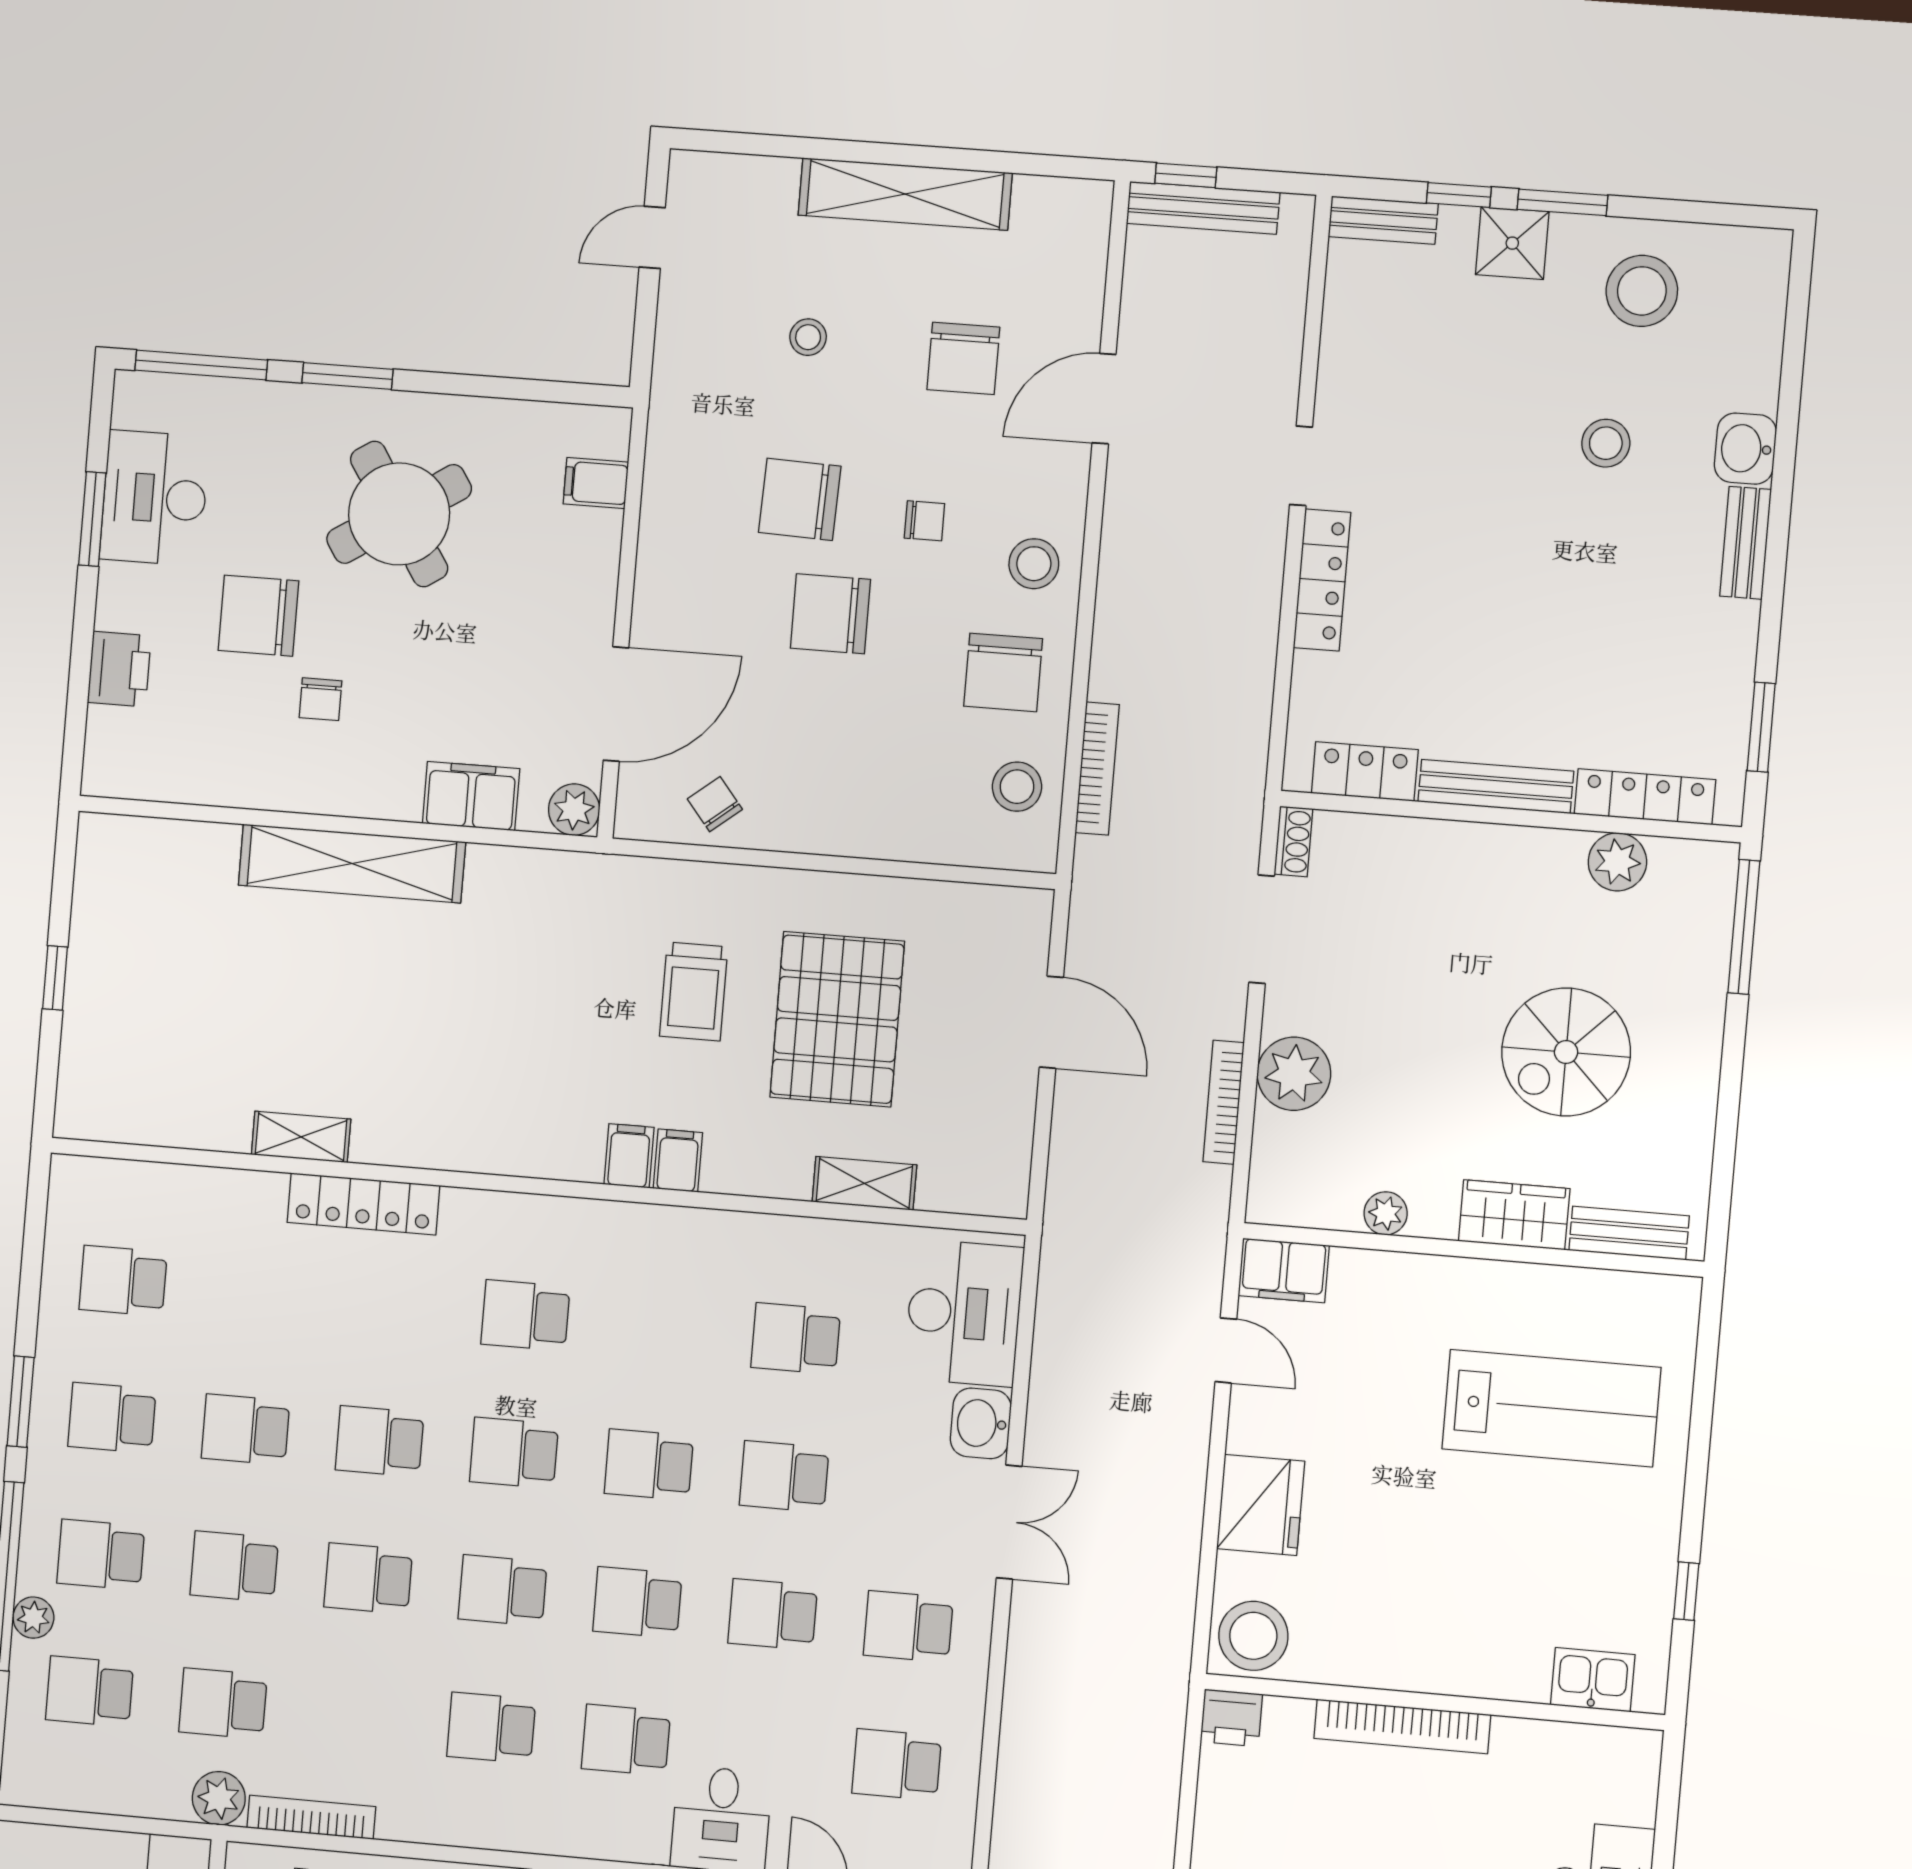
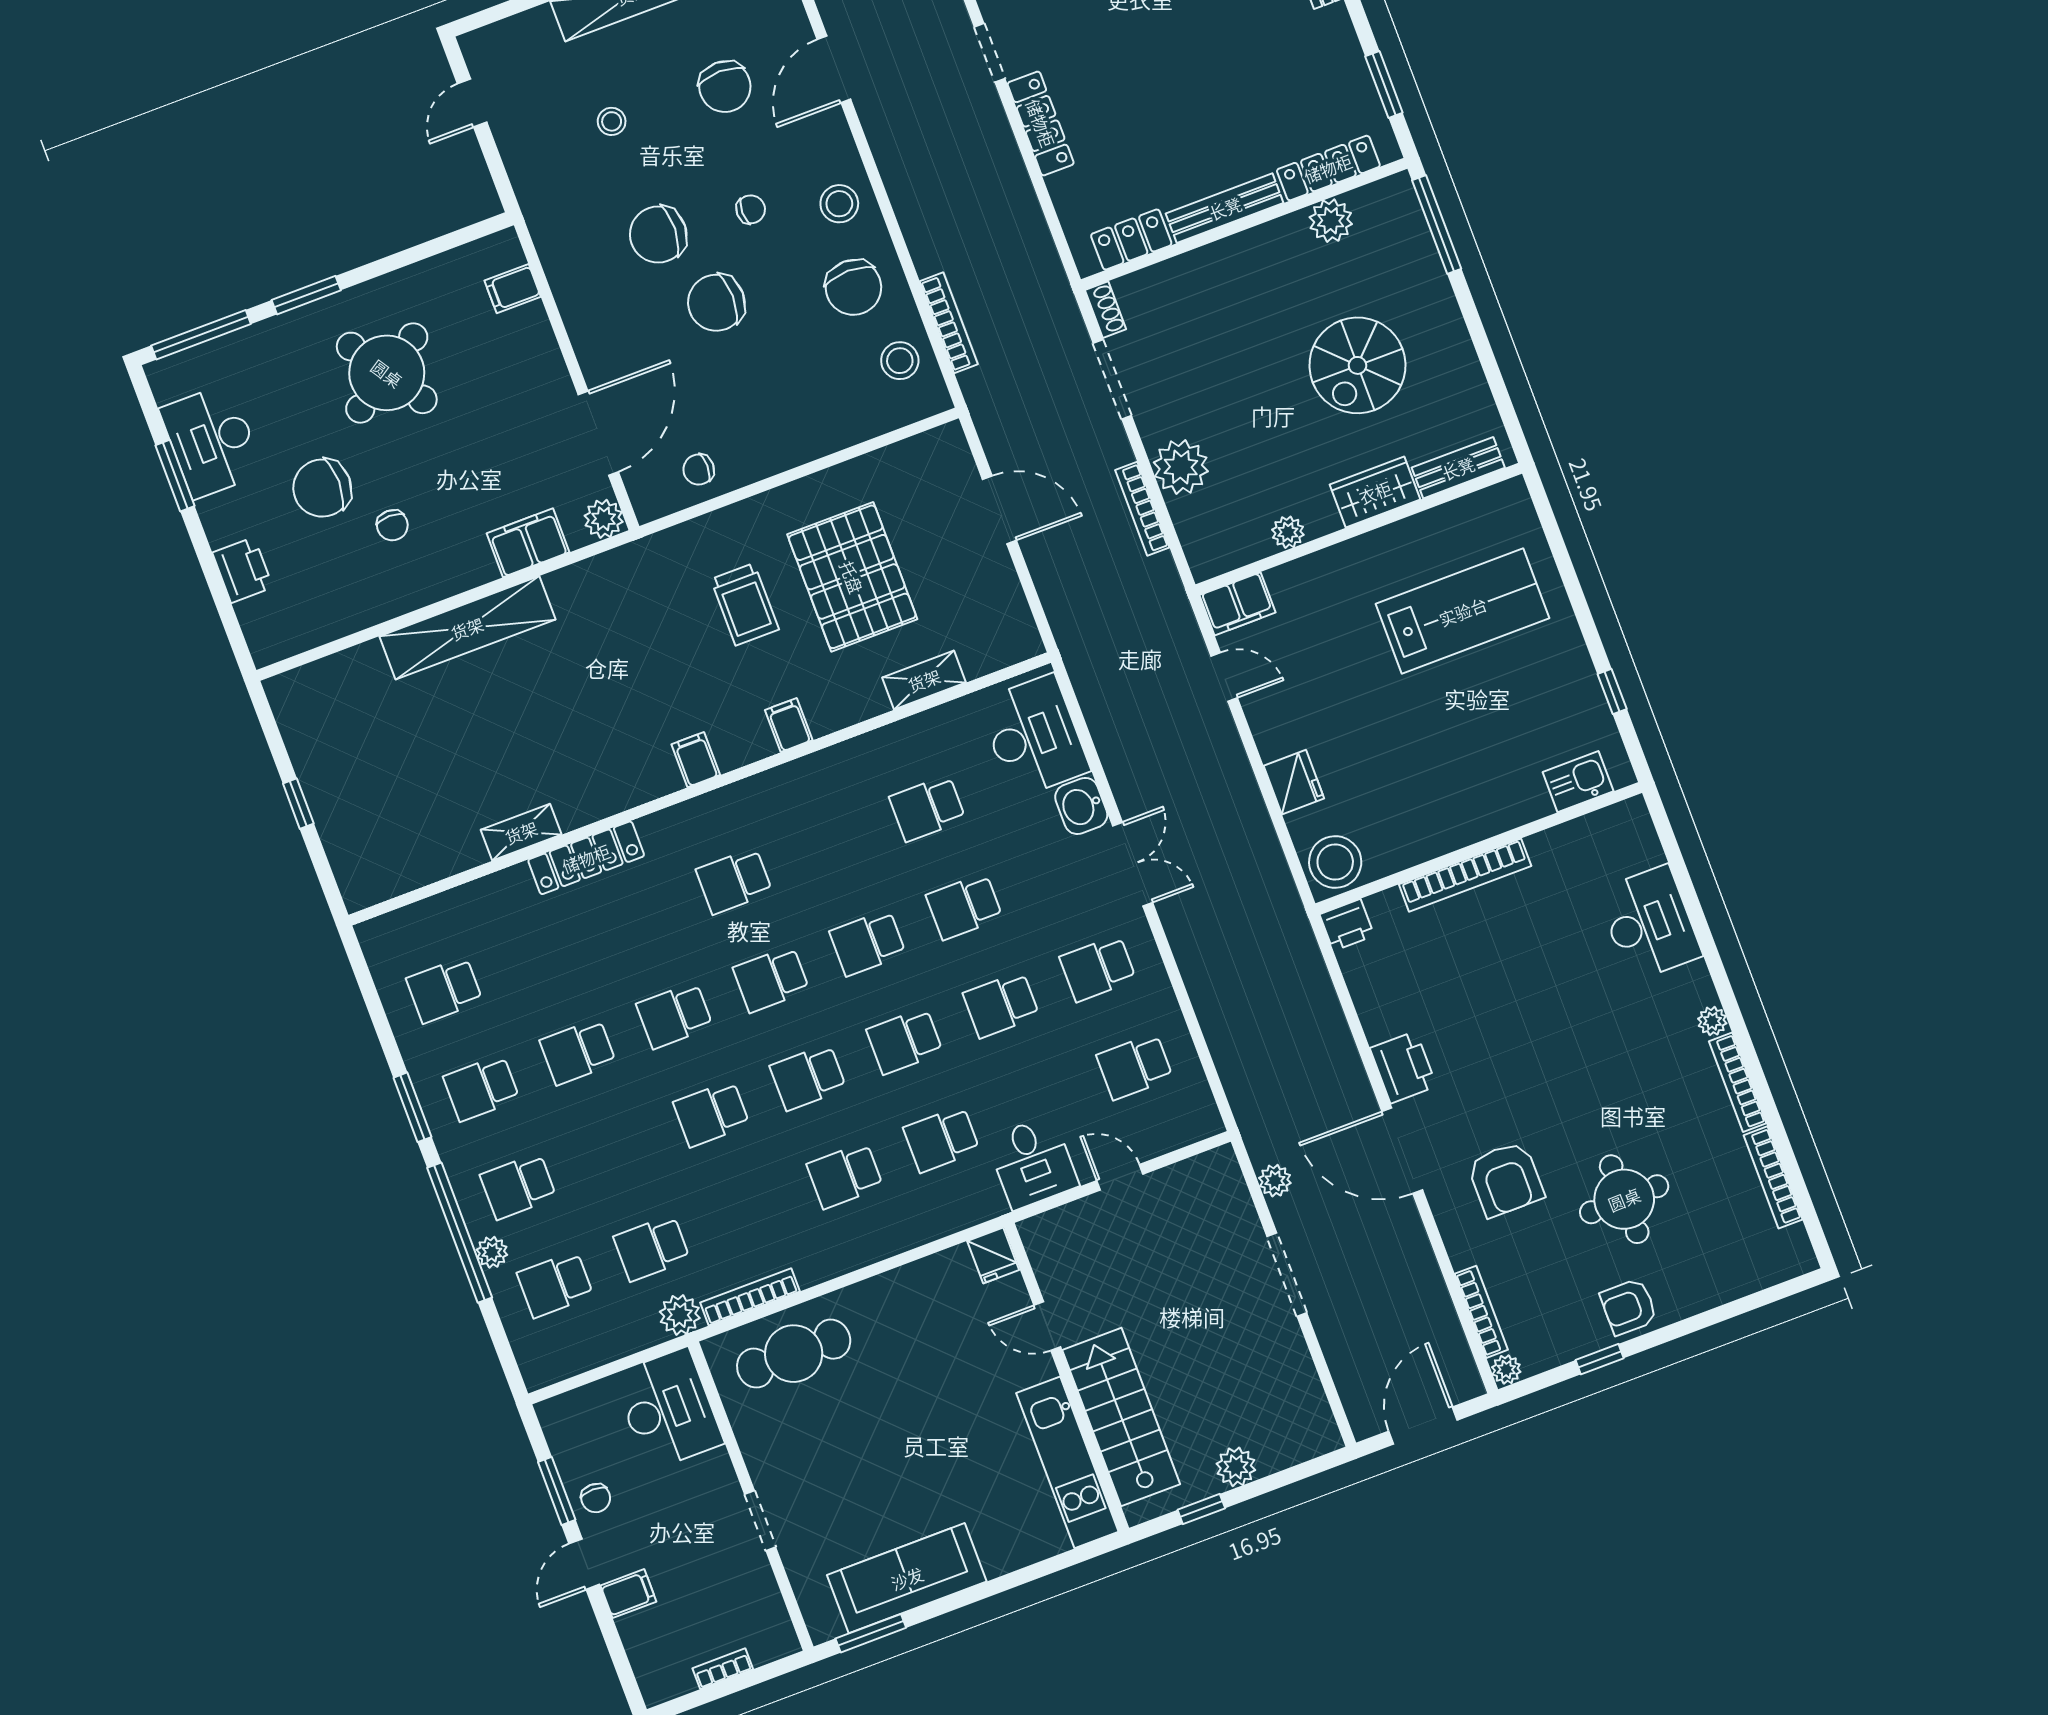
chair: (715, 804) -> (699, 470), turned -51
filing cabinet: (629, 1156) -> (696, 760), moved
fridge: (1261, 1505) -> (1294, 782), width x0.73, depth x0.75
school desk: (234, 1567) -> (615, 1150), removed

